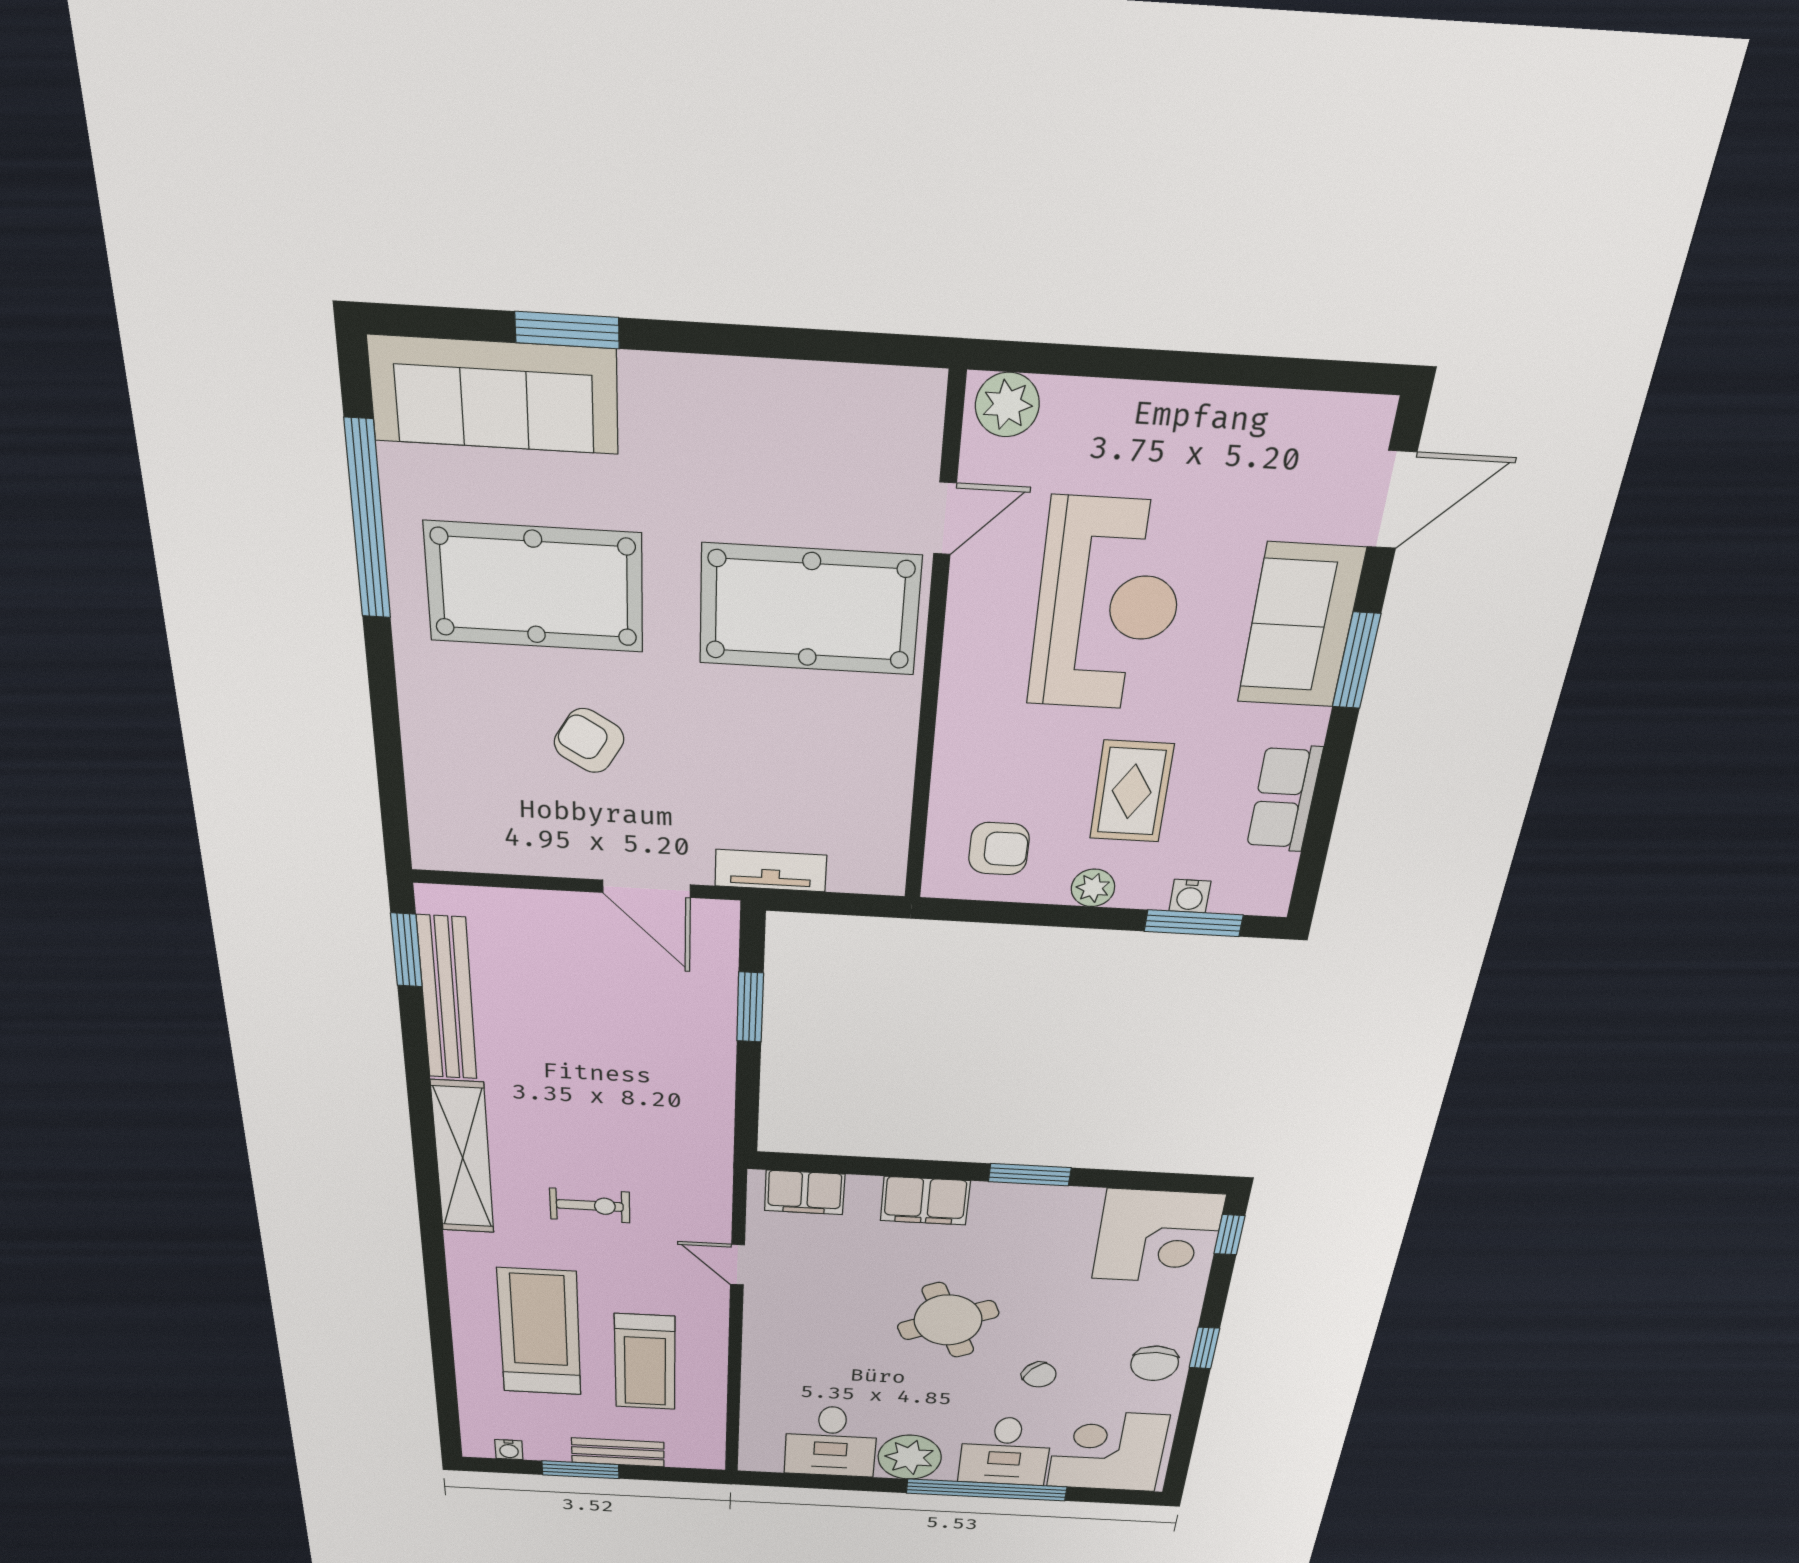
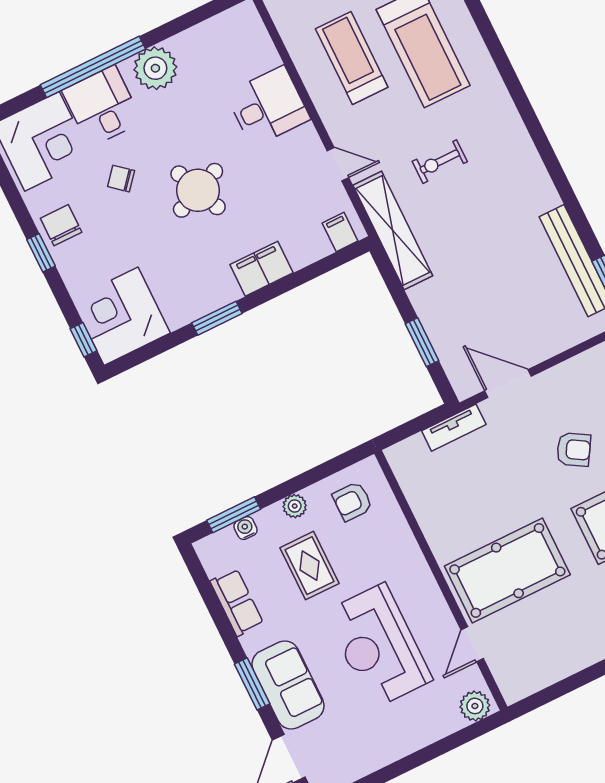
shelving: (463, 1158) -> (393, 230), moved
filing cabinet: (805, 1192) -> (340, 232), width x0.50
desk: (831, 1441) -> (268, 106), moved, turned 90

